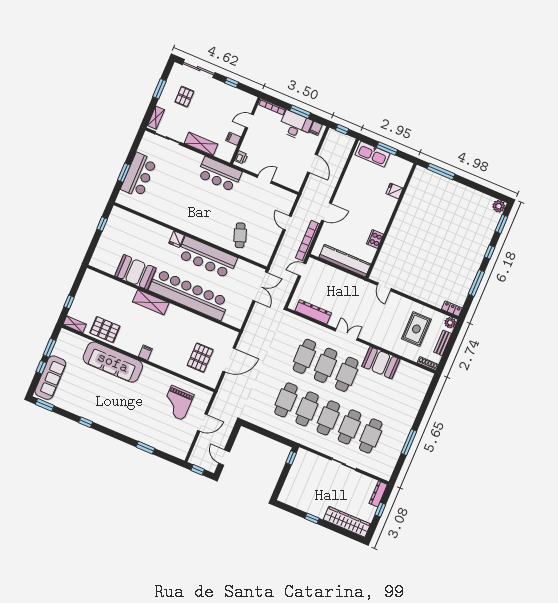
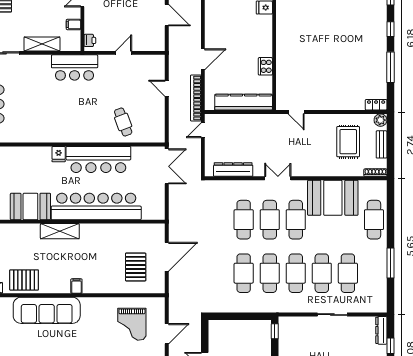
booth: (381, 363) -> (333, 198), width x1.36, depth x1.42
cafe table: (410, 401) -> (374, 220), added

